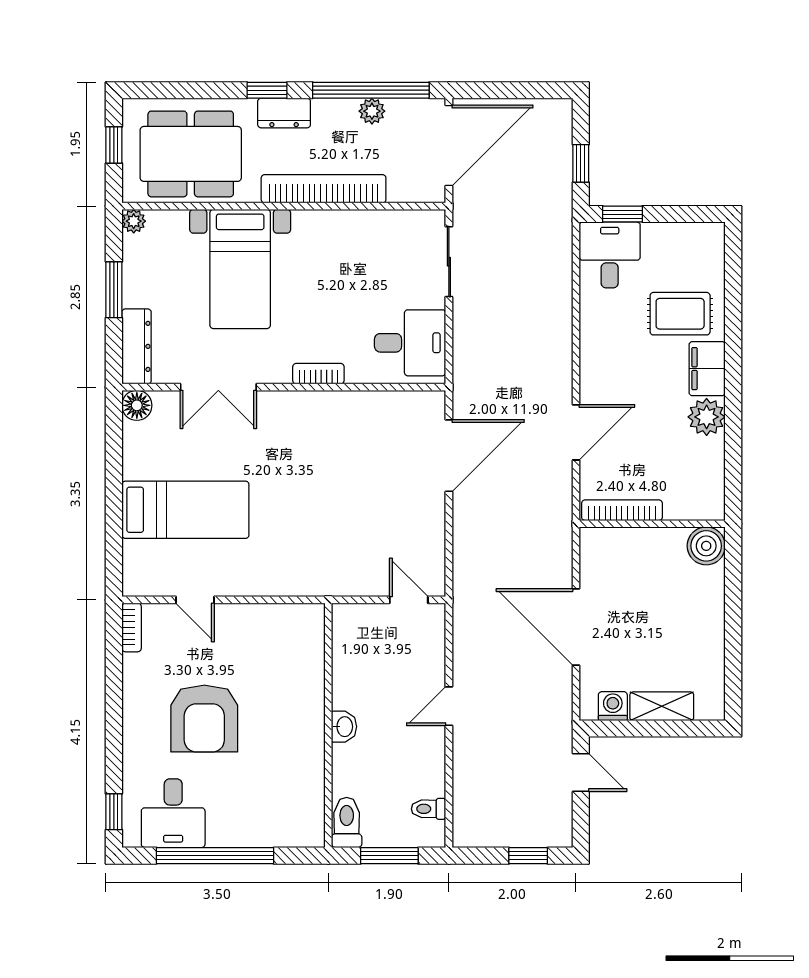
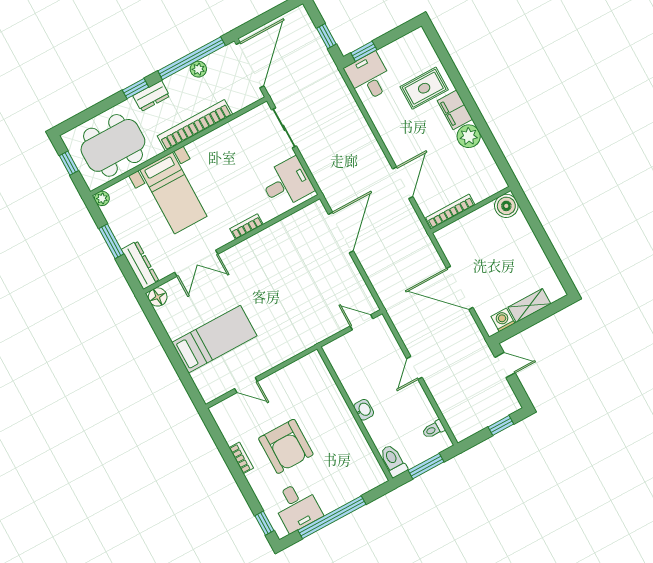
bookcase: (132, 627) -> (241, 458), moved

